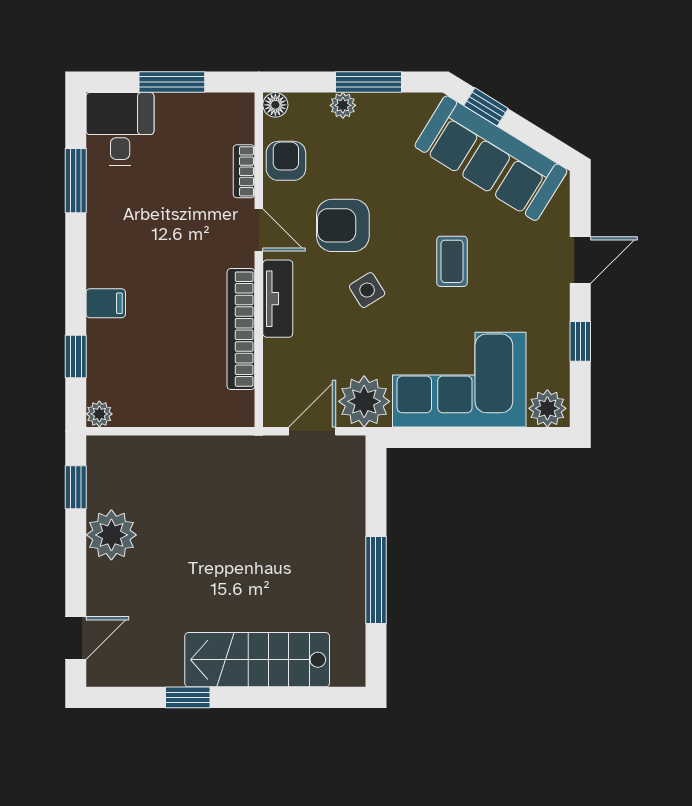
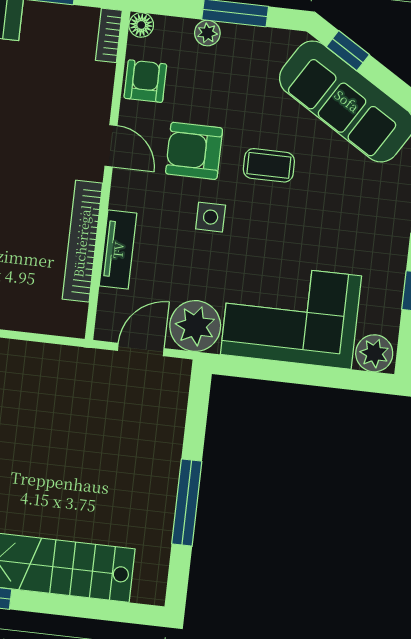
bookcase: (244, 171) -> (109, 35), moved
coffee table: (452, 261) -> (269, 165), moved, turned 90
side table: (367, 290) -> (211, 217), turned 32
tv unit: (278, 299) -> (118, 250), moved

